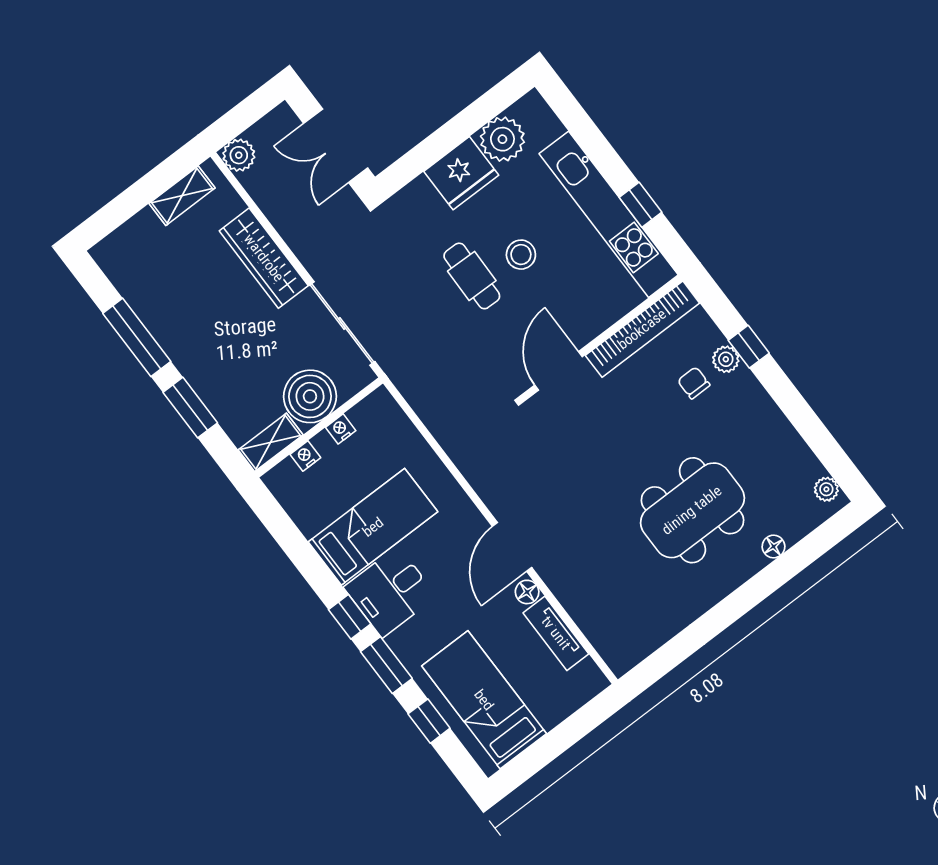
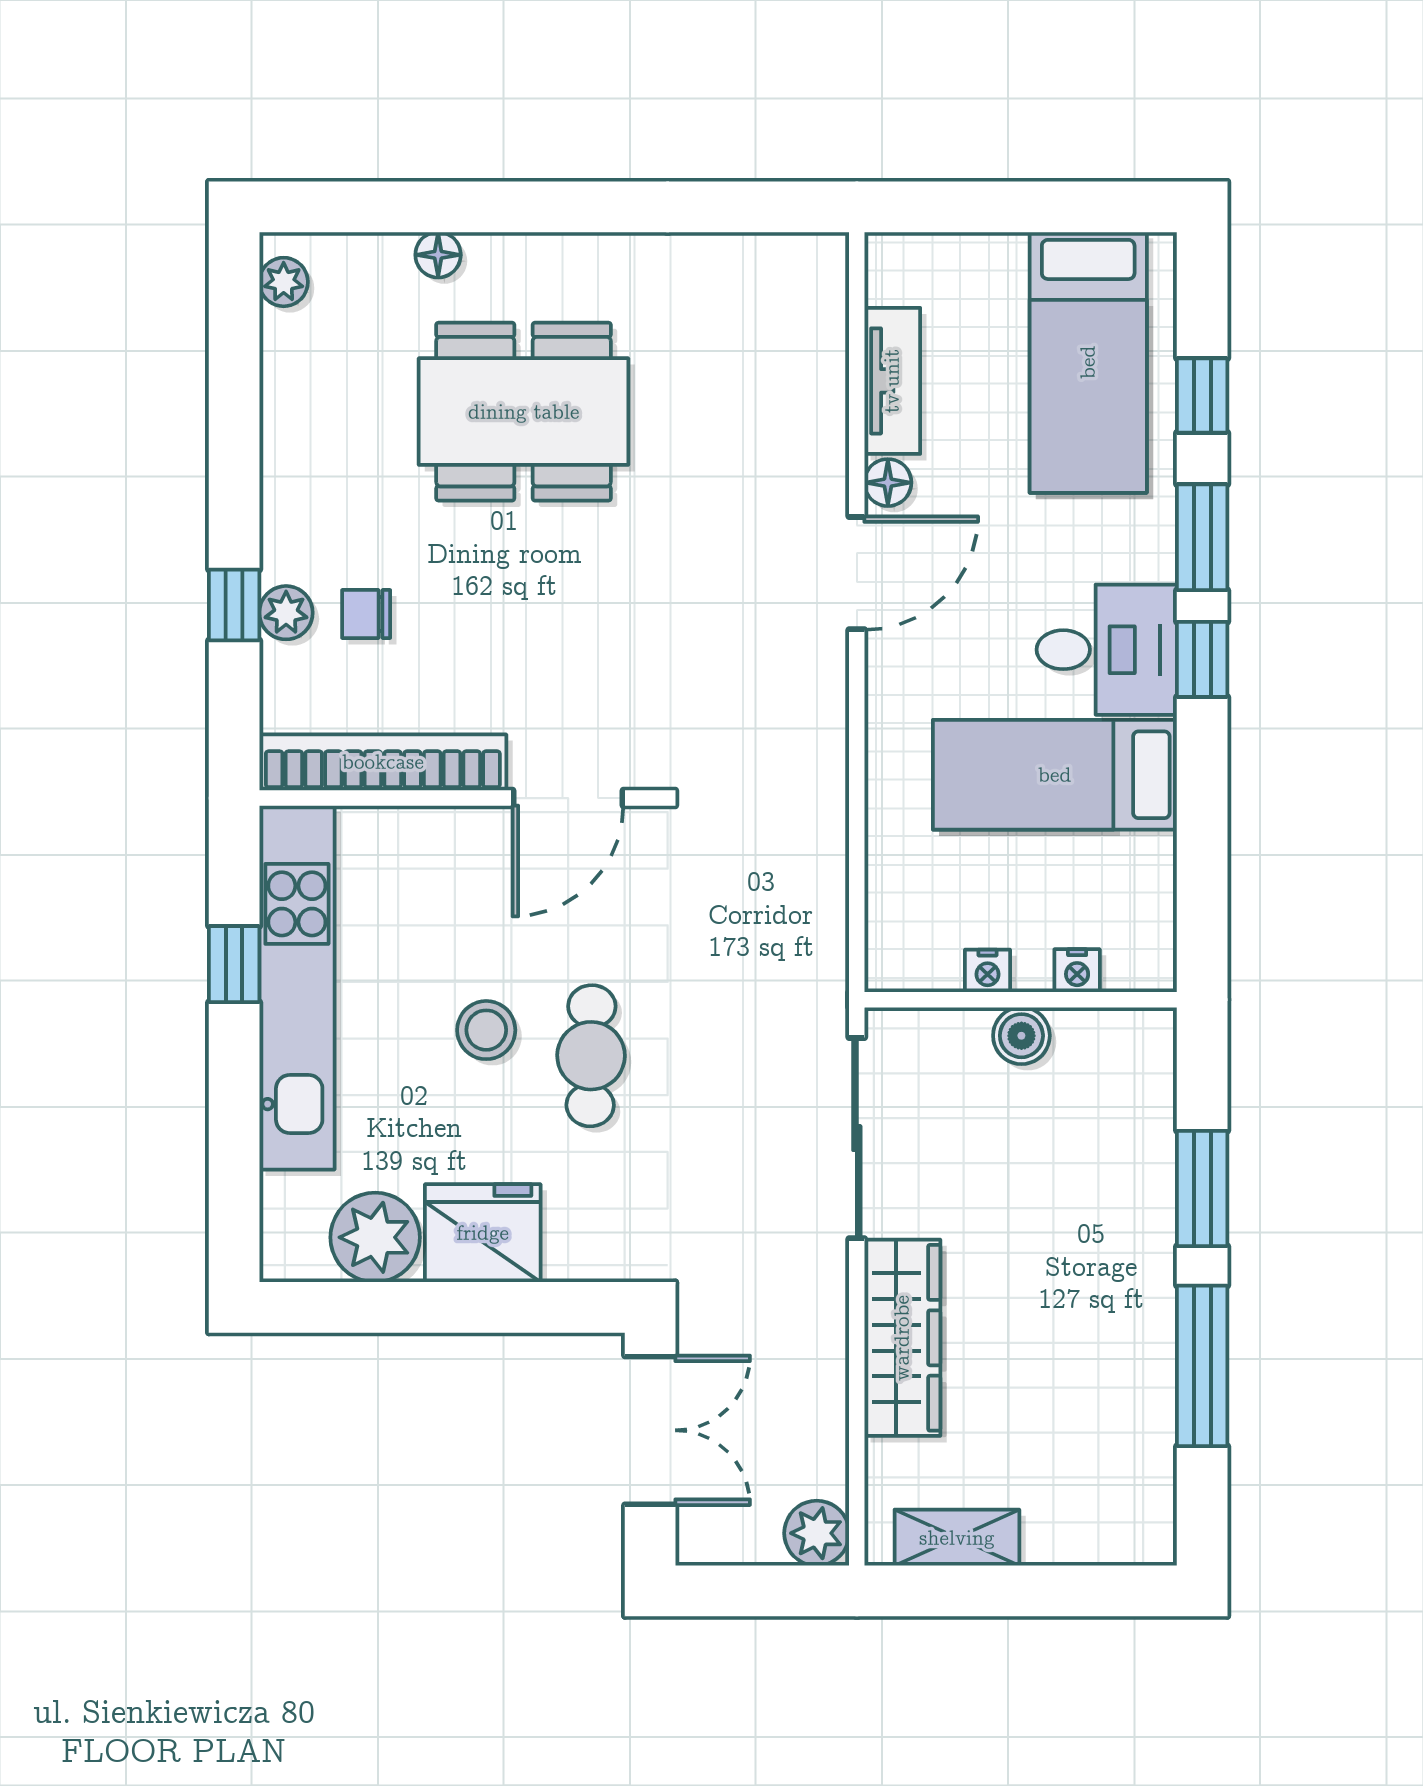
chair: (694, 383) -> (366, 614), turned 90
boiler: (310, 396) -> (1021, 1036), width x0.54, depth x0.54
shelving: (271, 442) -> (1116, 1035), removed

